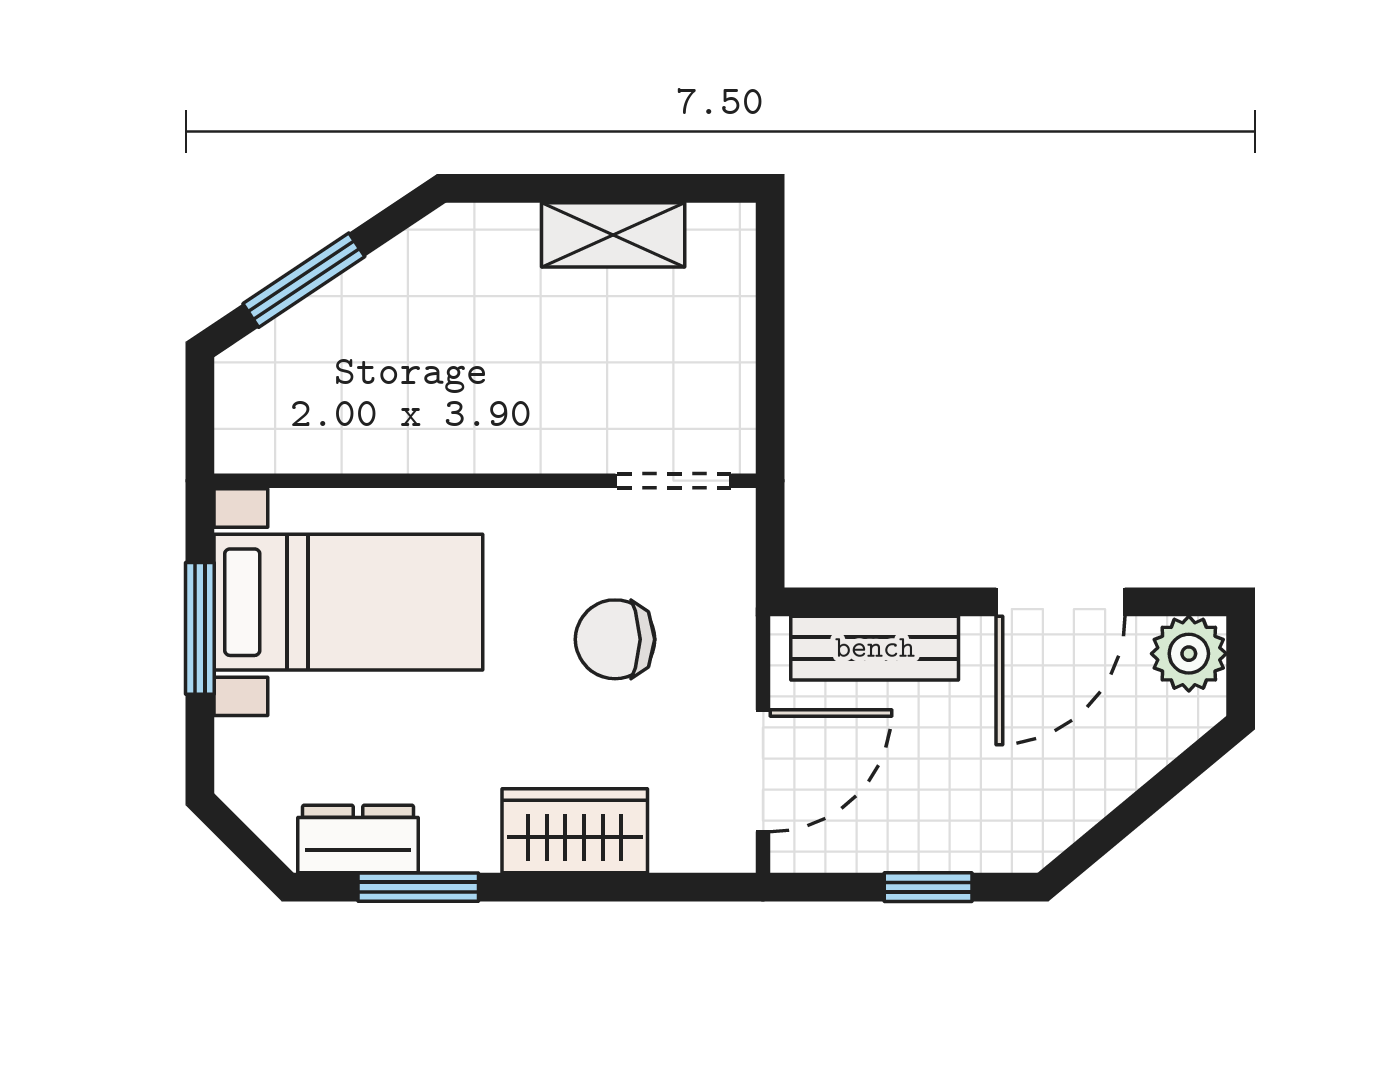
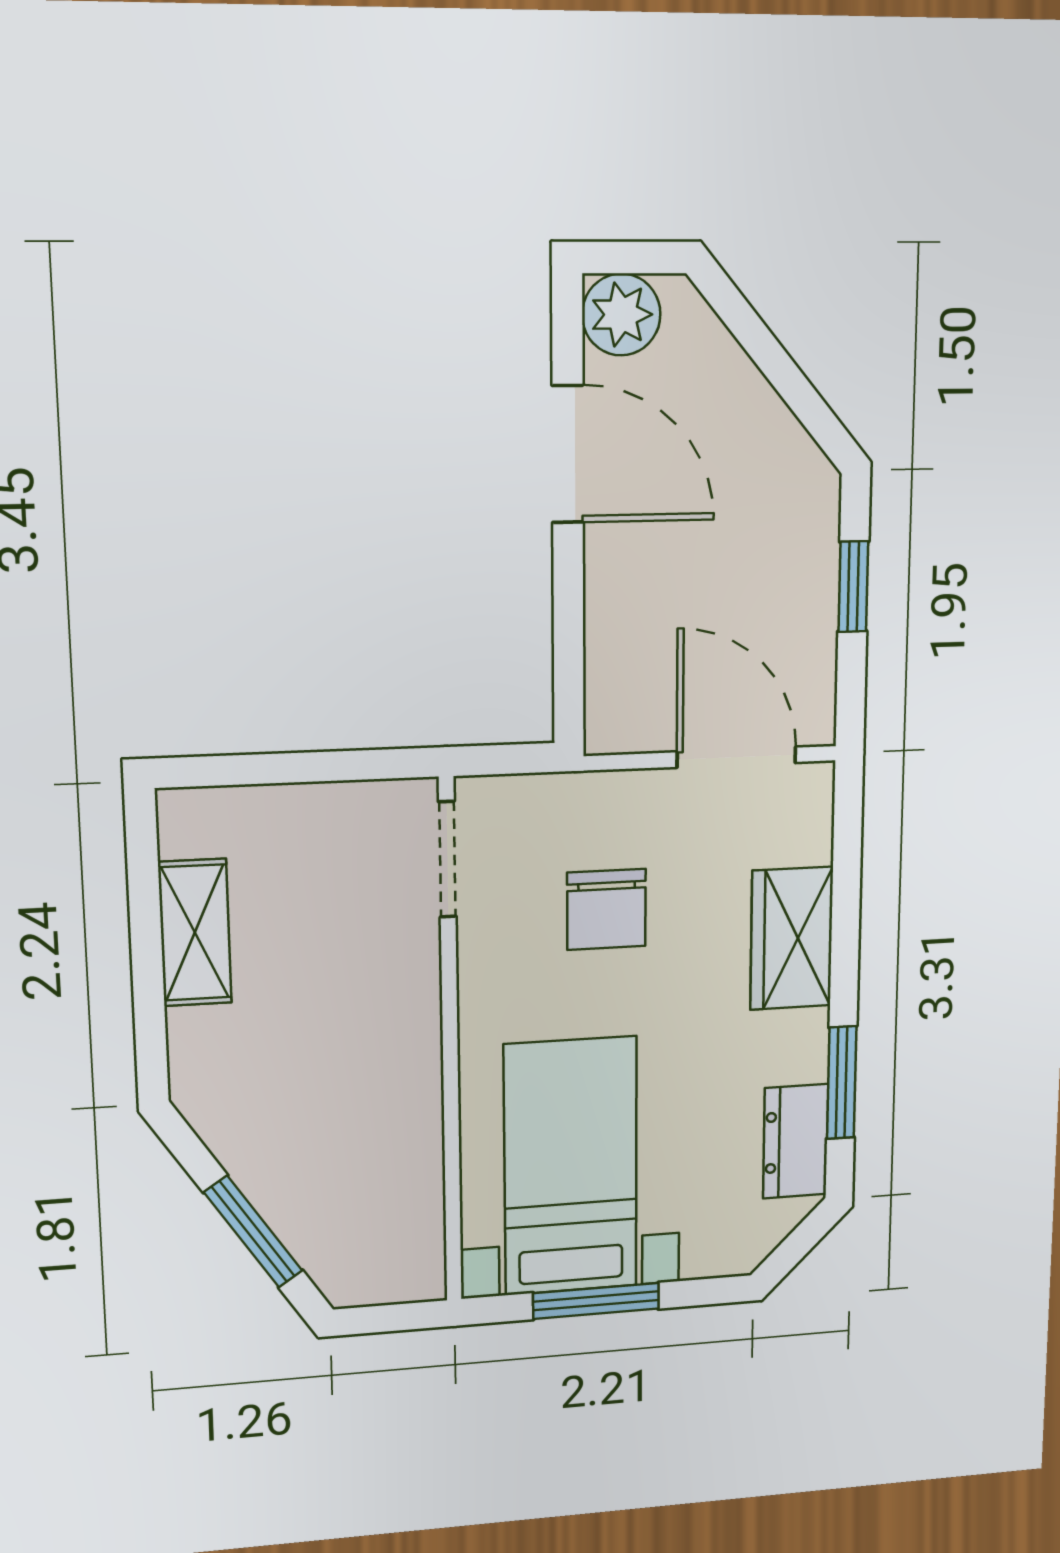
bench: (875, 648) -> (615, 648), removed

